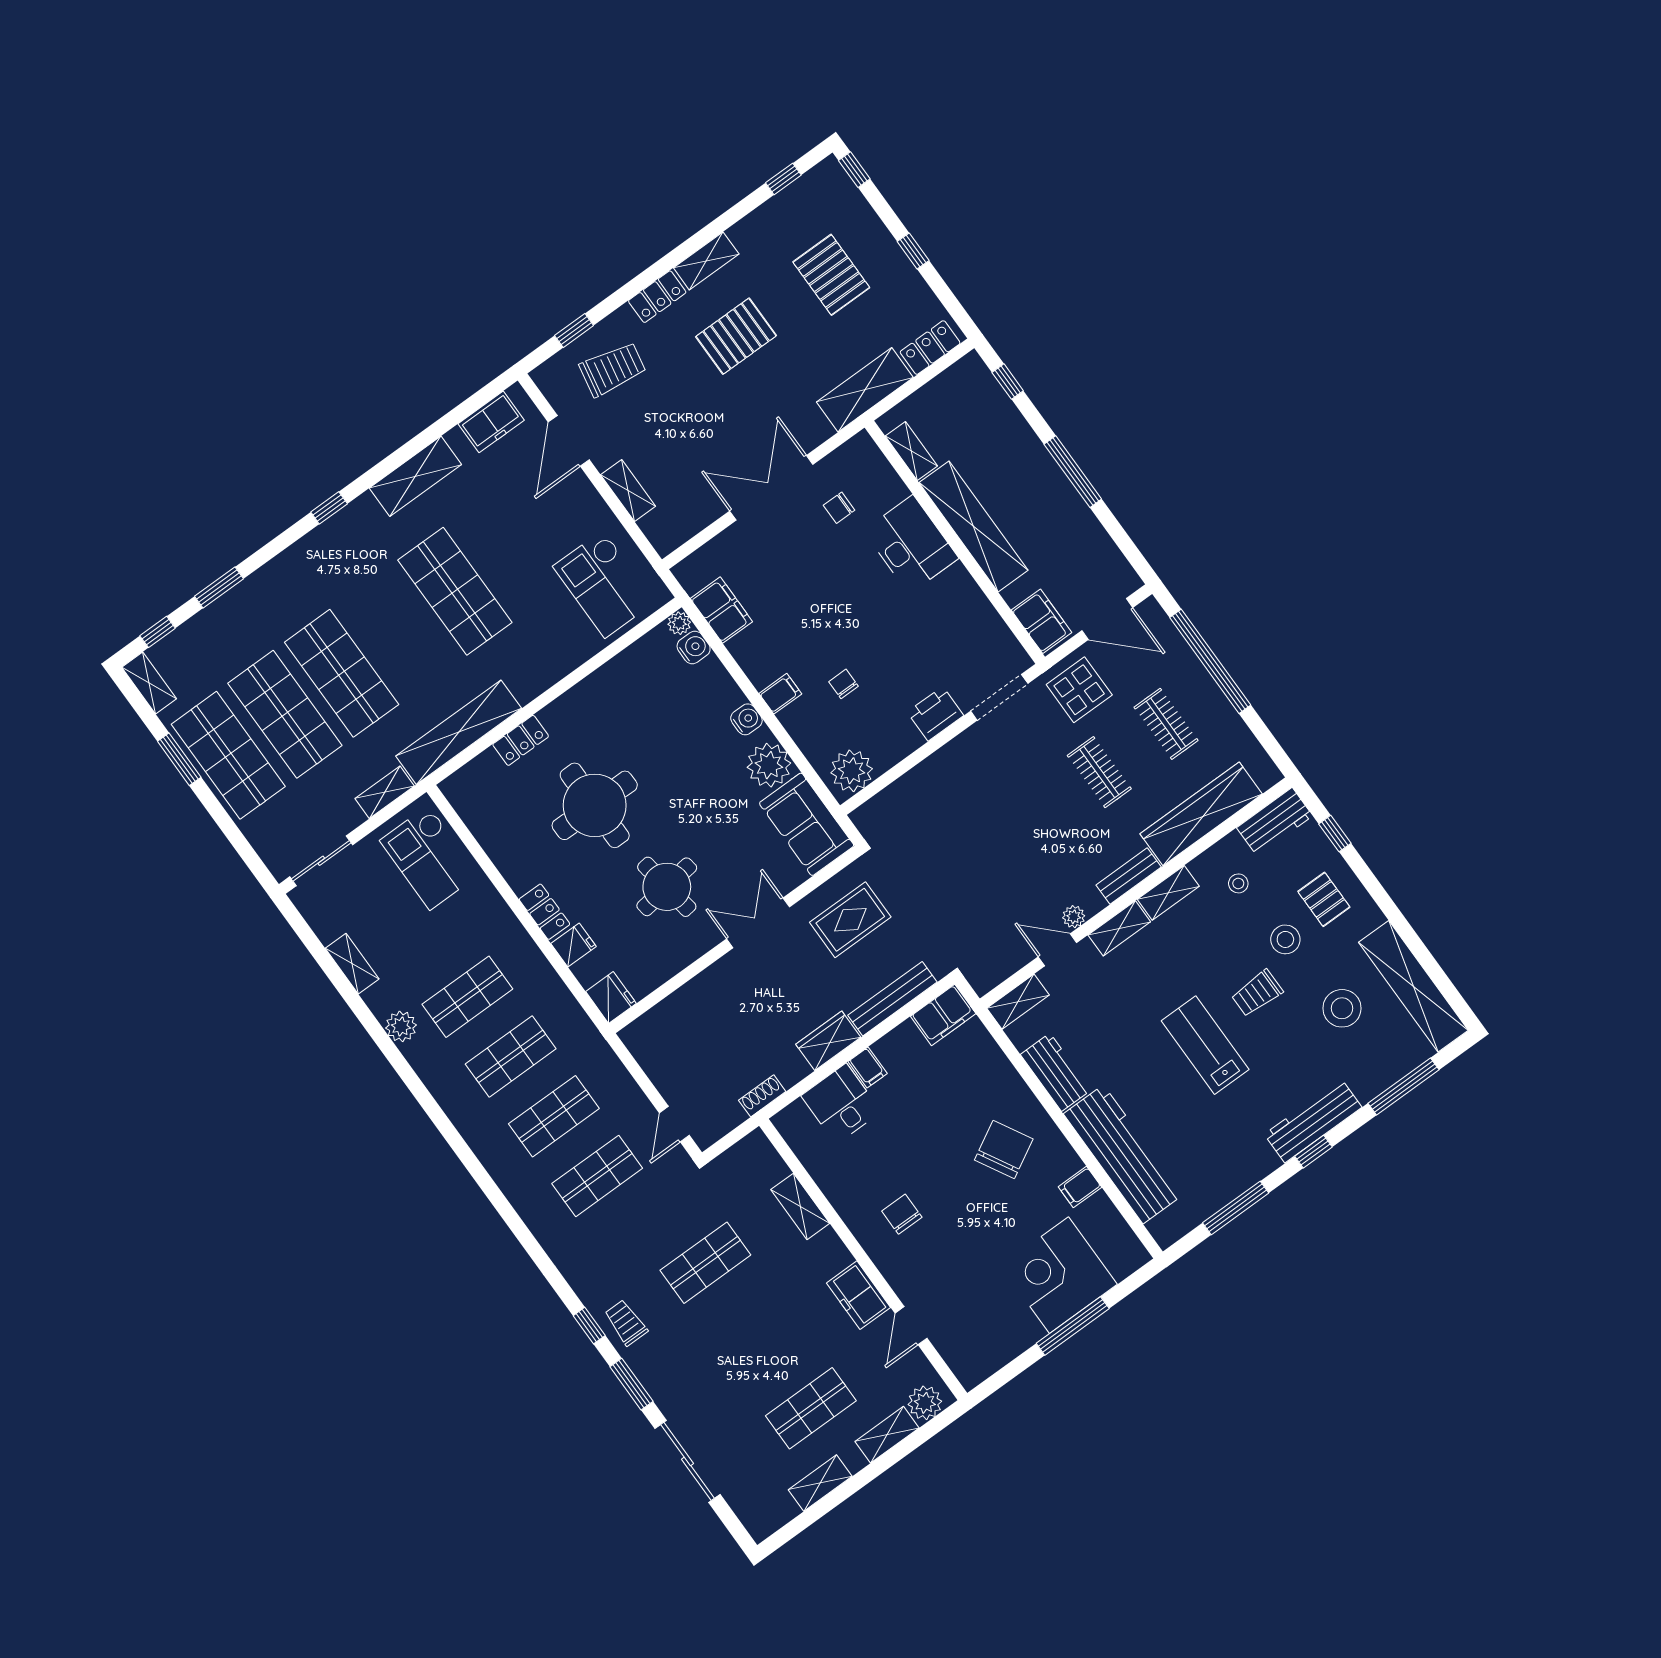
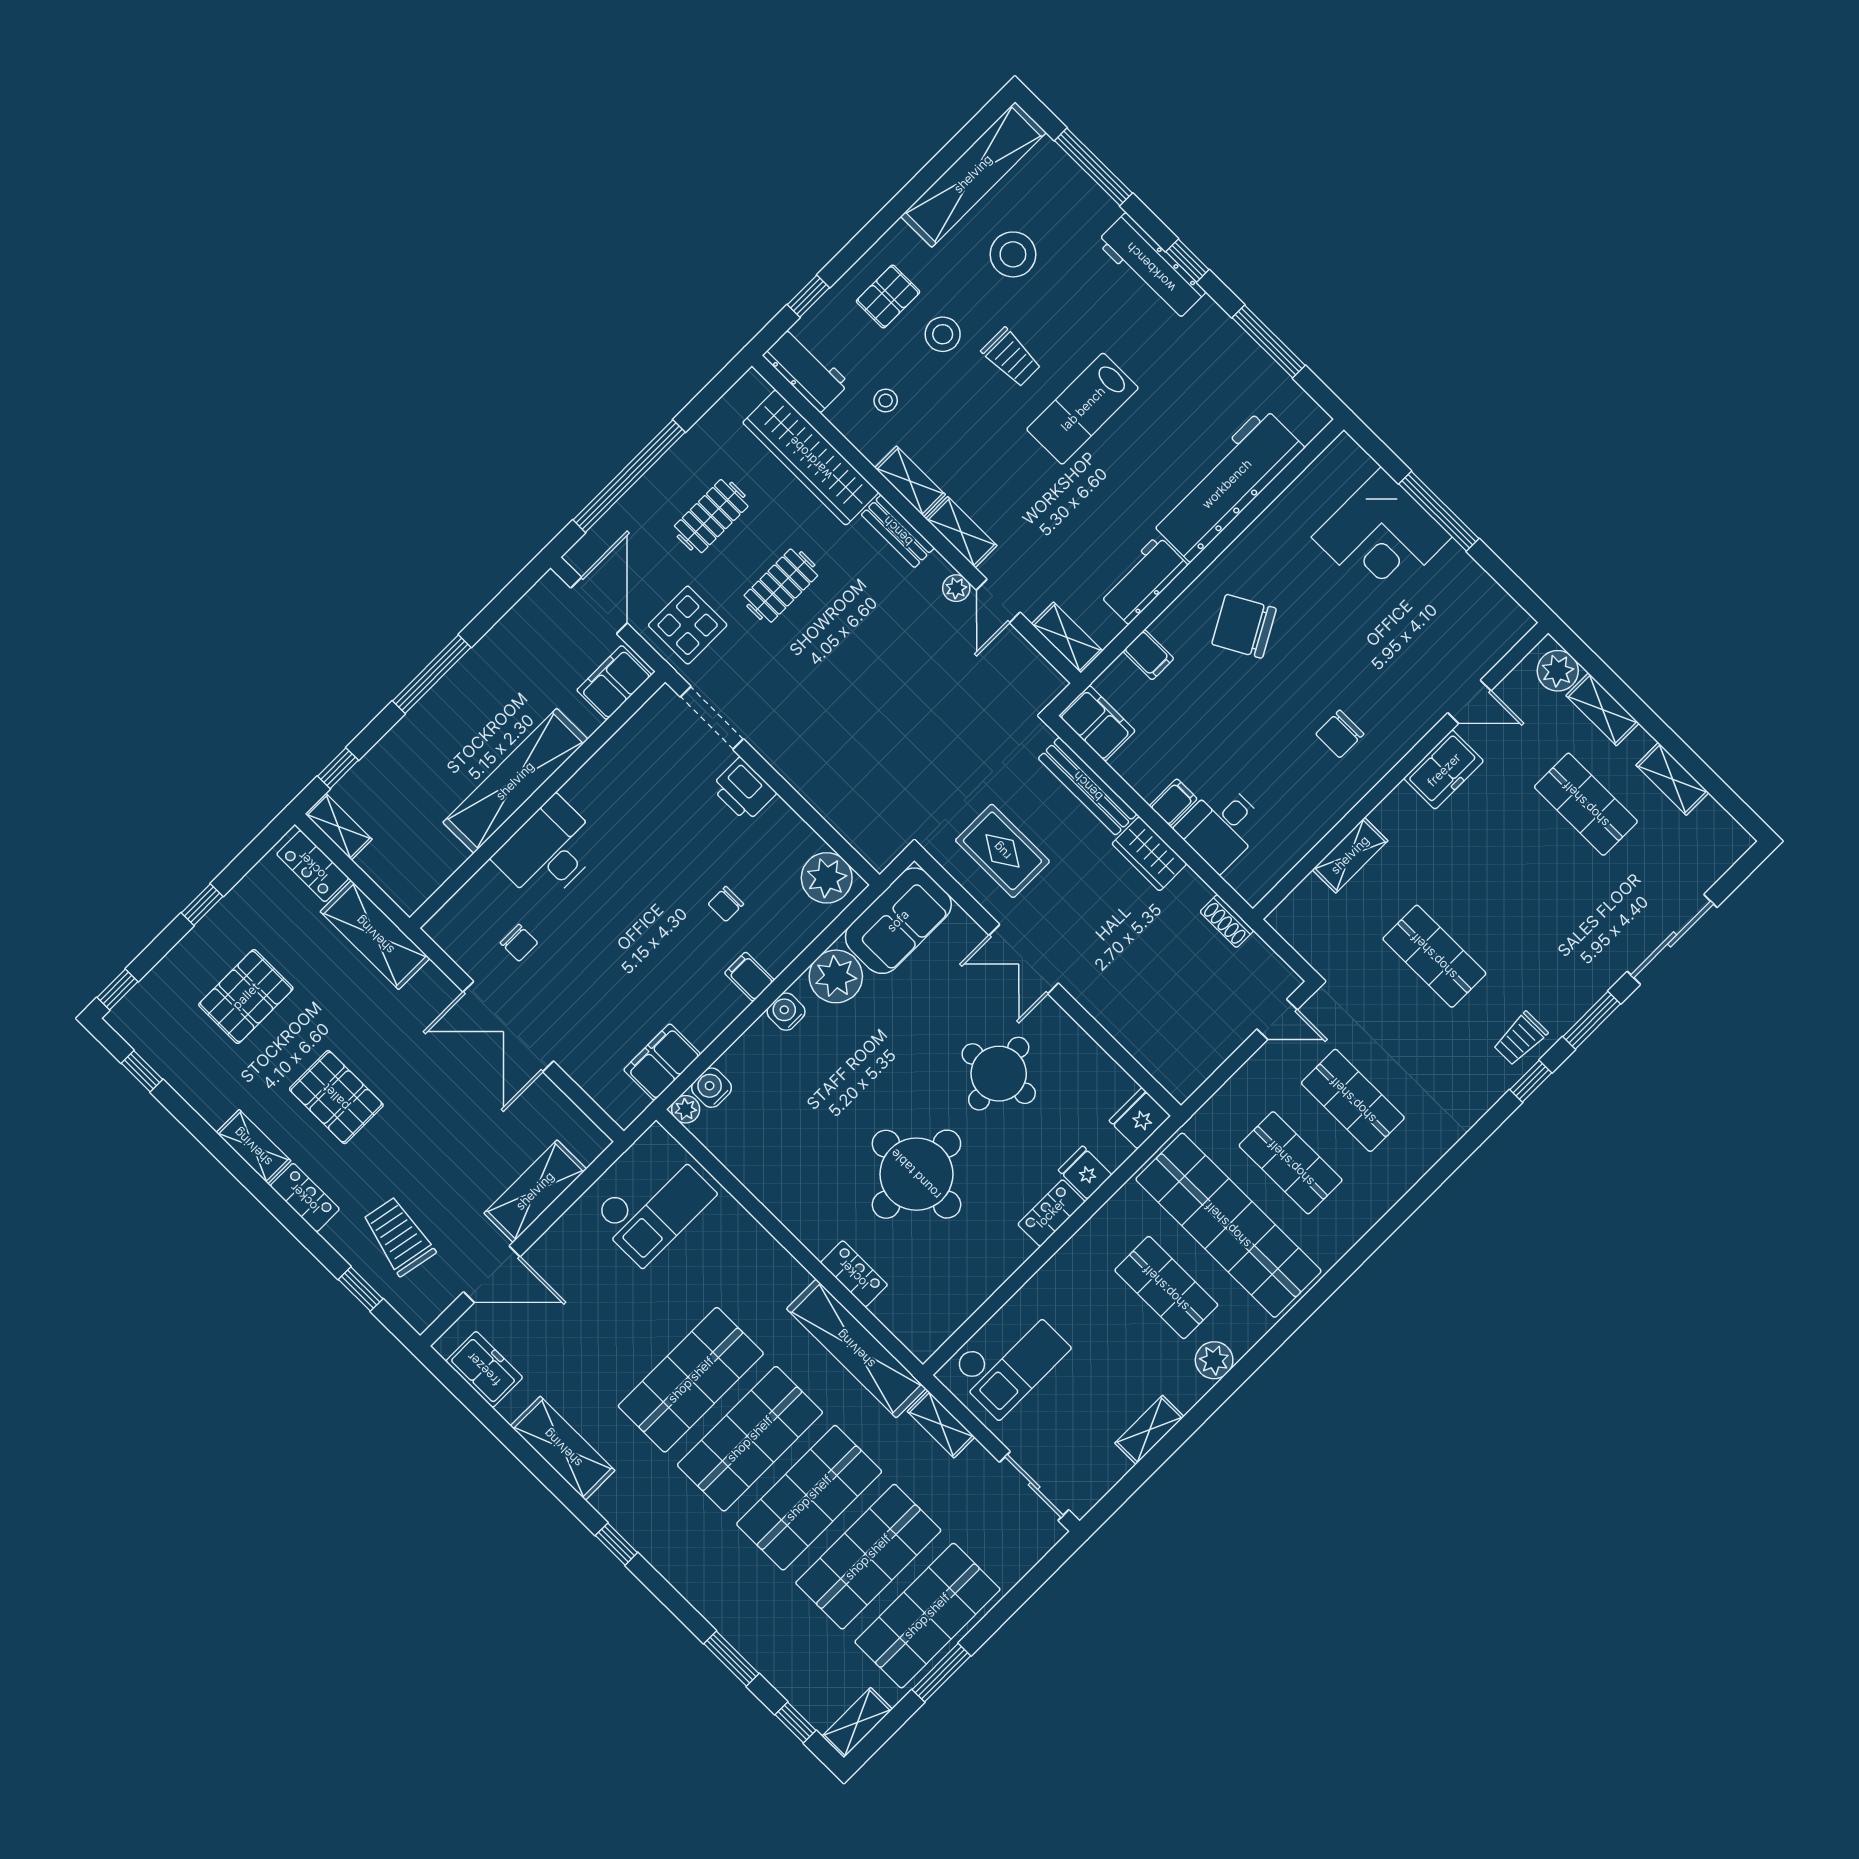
shelving: (911, 451) -> (339, 827), moved, turned 90
shelving: (628, 491) -> (535, 1191), width x1.50, depth x1.33
shop shelf: (398, 632) -> (750, 1439), added
shop shelf: (511, 1056) -> (1228, 1225), width x2.00, depth x1.36
filing cabinet: (1080, 1187) -> (1148, 655), moved

